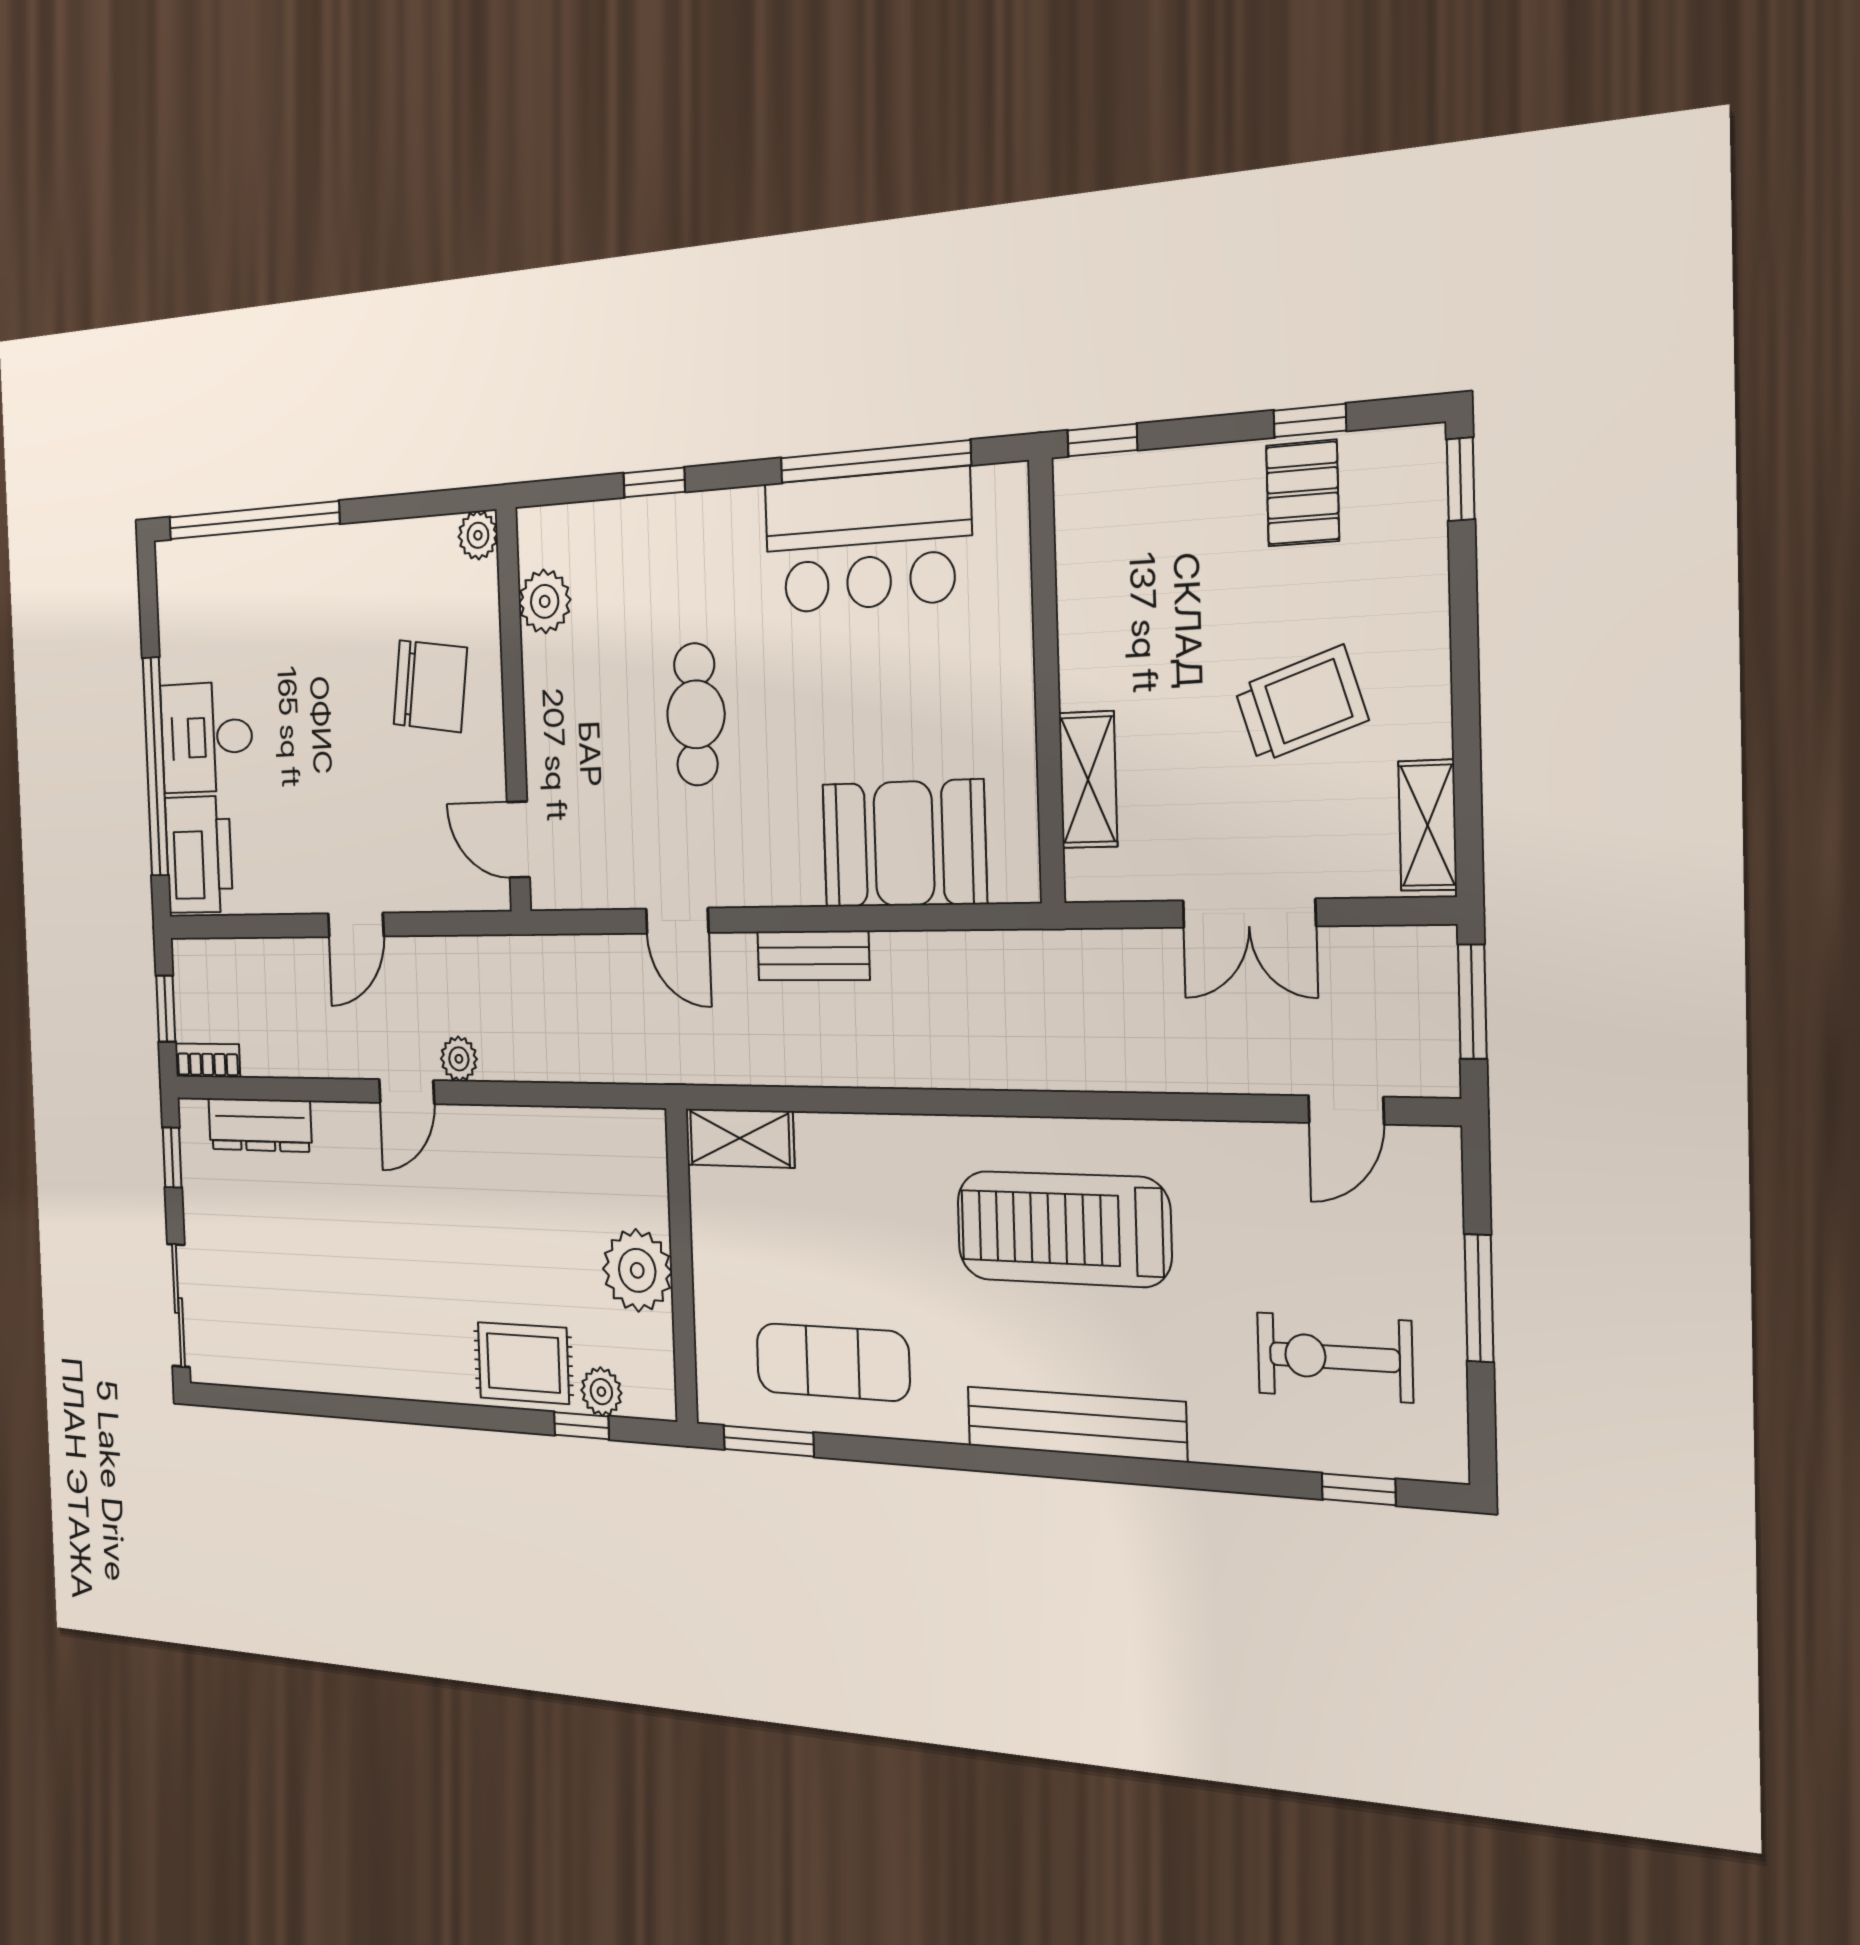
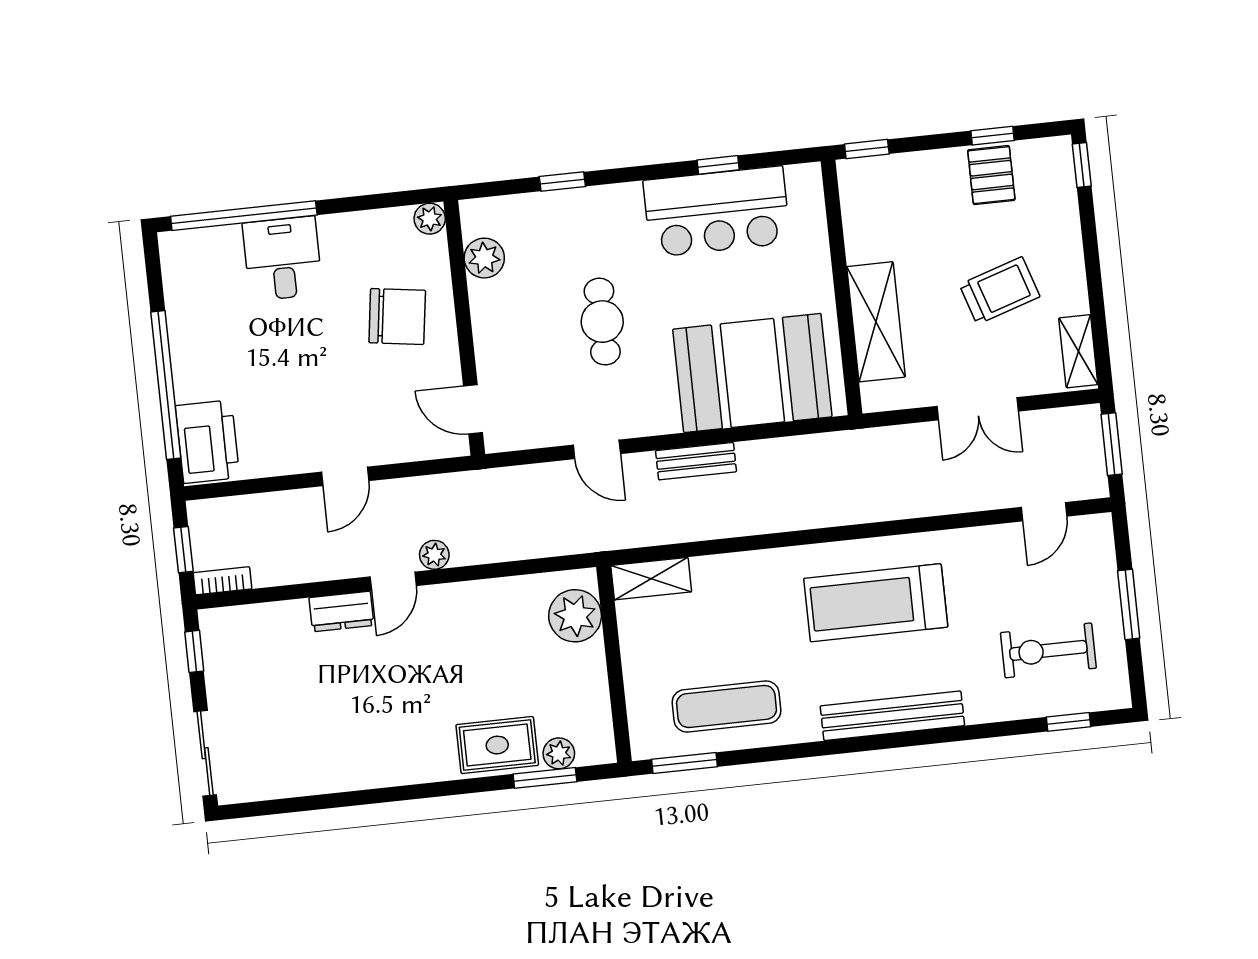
window: (875, 462) -> (718, 165), width x0.32
desk: (207, 737) -> (283, 259), moved, turned 90
shelving: (1088, 780) -> (876, 322), width x1.50, depth x1.33
booth: (904, 844) -> (752, 373), width x1.36, depth x1.42
dresser: (260, 1125) -> (341, 612), moved, width x0.70
plant: (637, 1270) -> (575, 616), moved
window: (581, 1426) -> (545, 778), width x1.50

